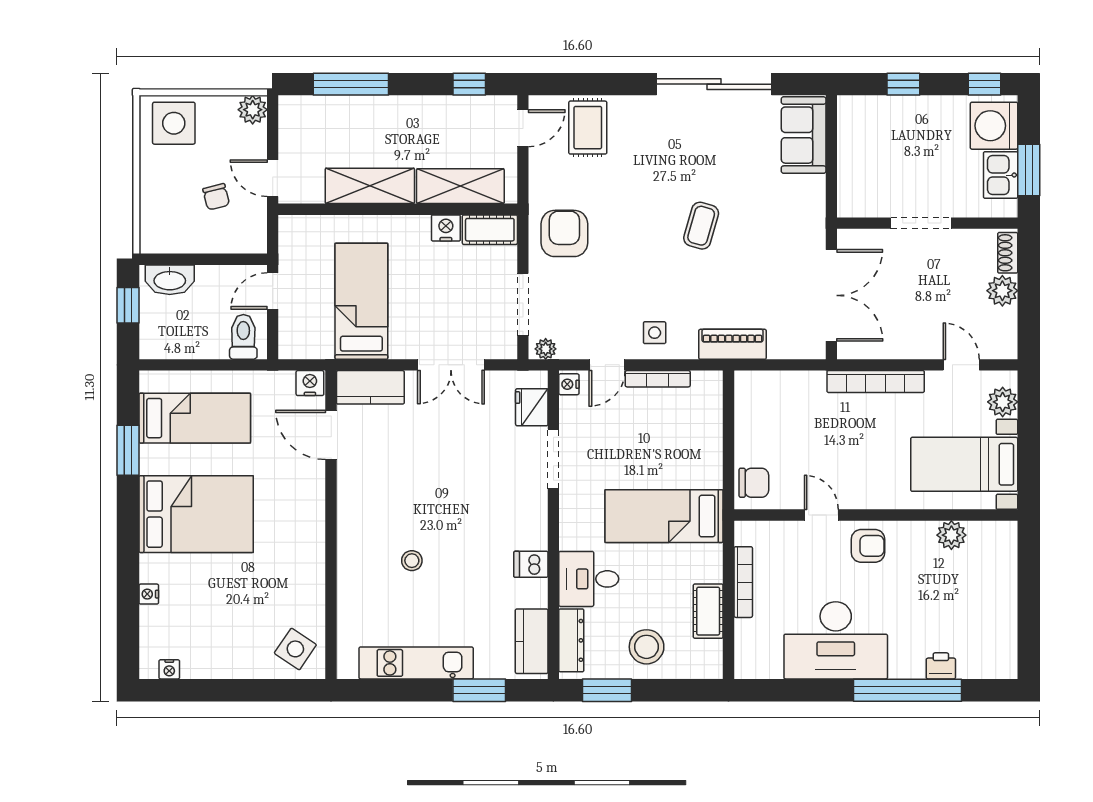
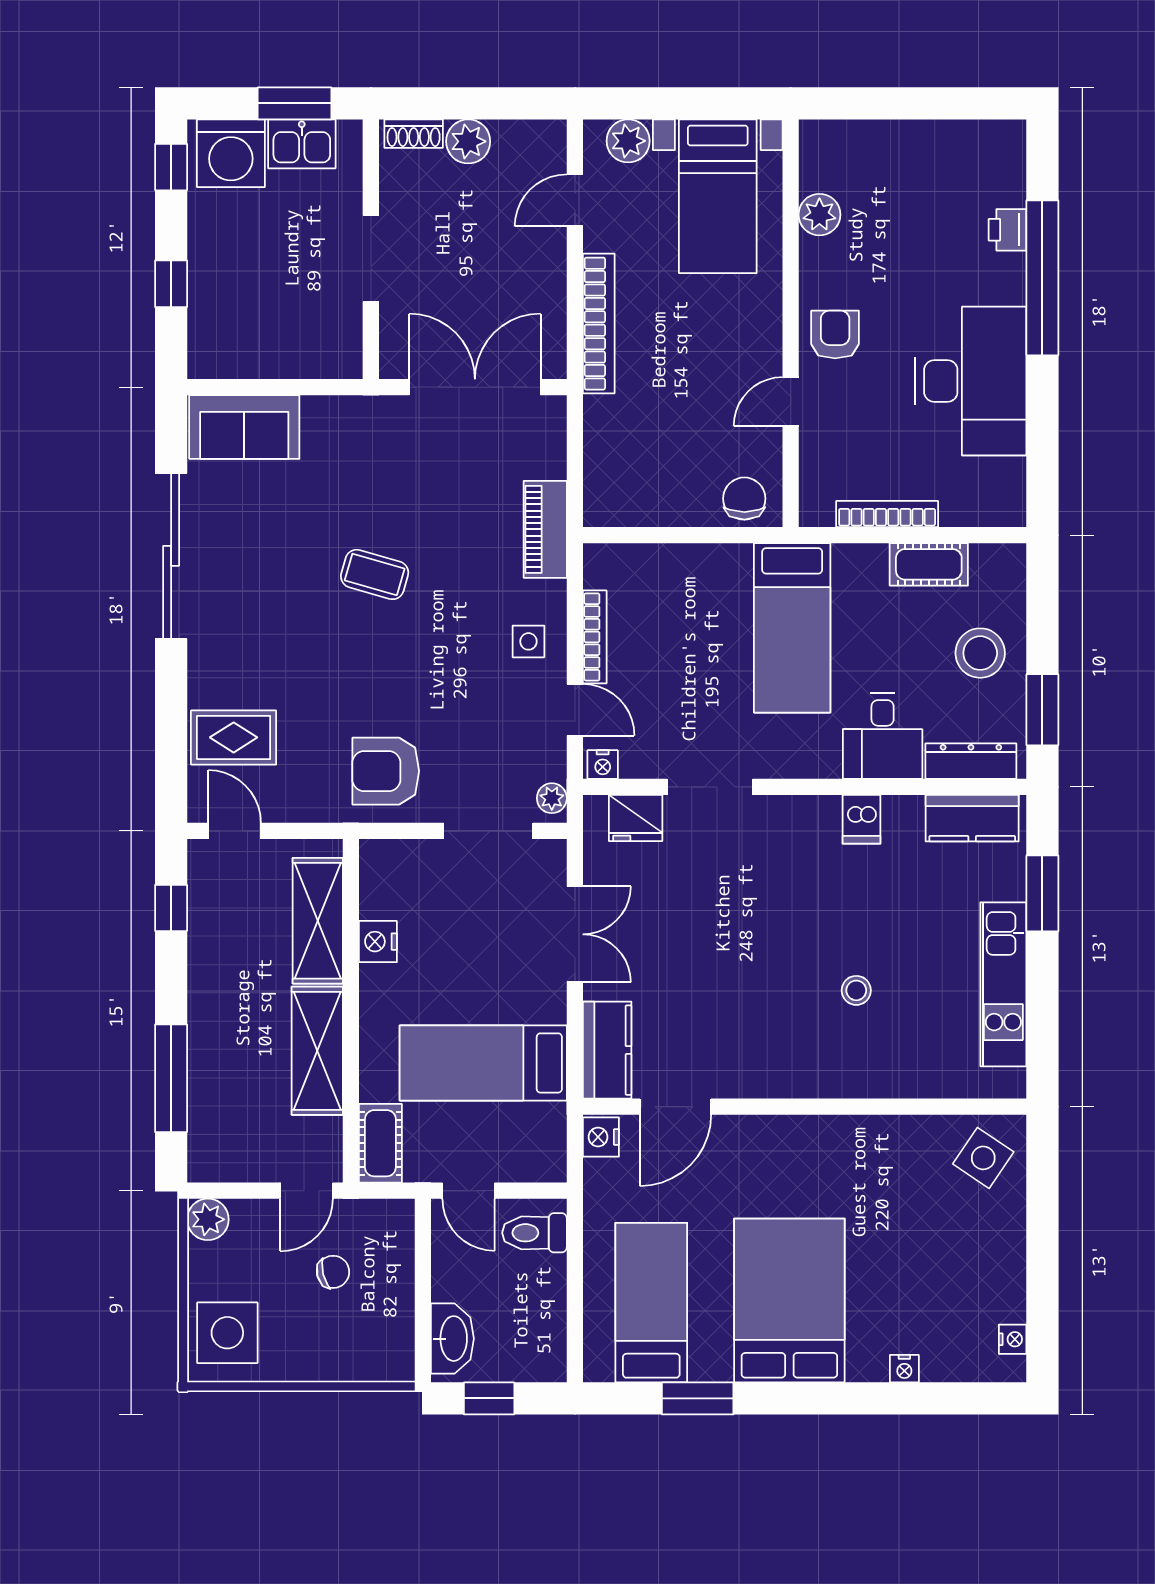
cot: (490, 230) -> (380, 1143), moved

